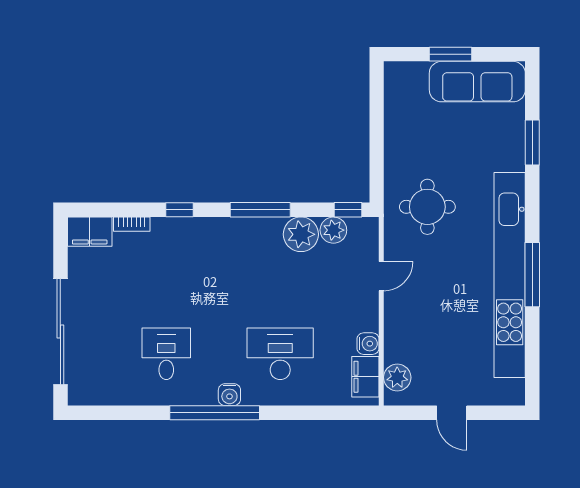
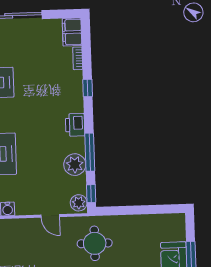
window: (260, 210) -> (90, 152), moved
plant: (333, 230) -> (79, 203), moved
printer: (238, 232) -> (75, 125), added

